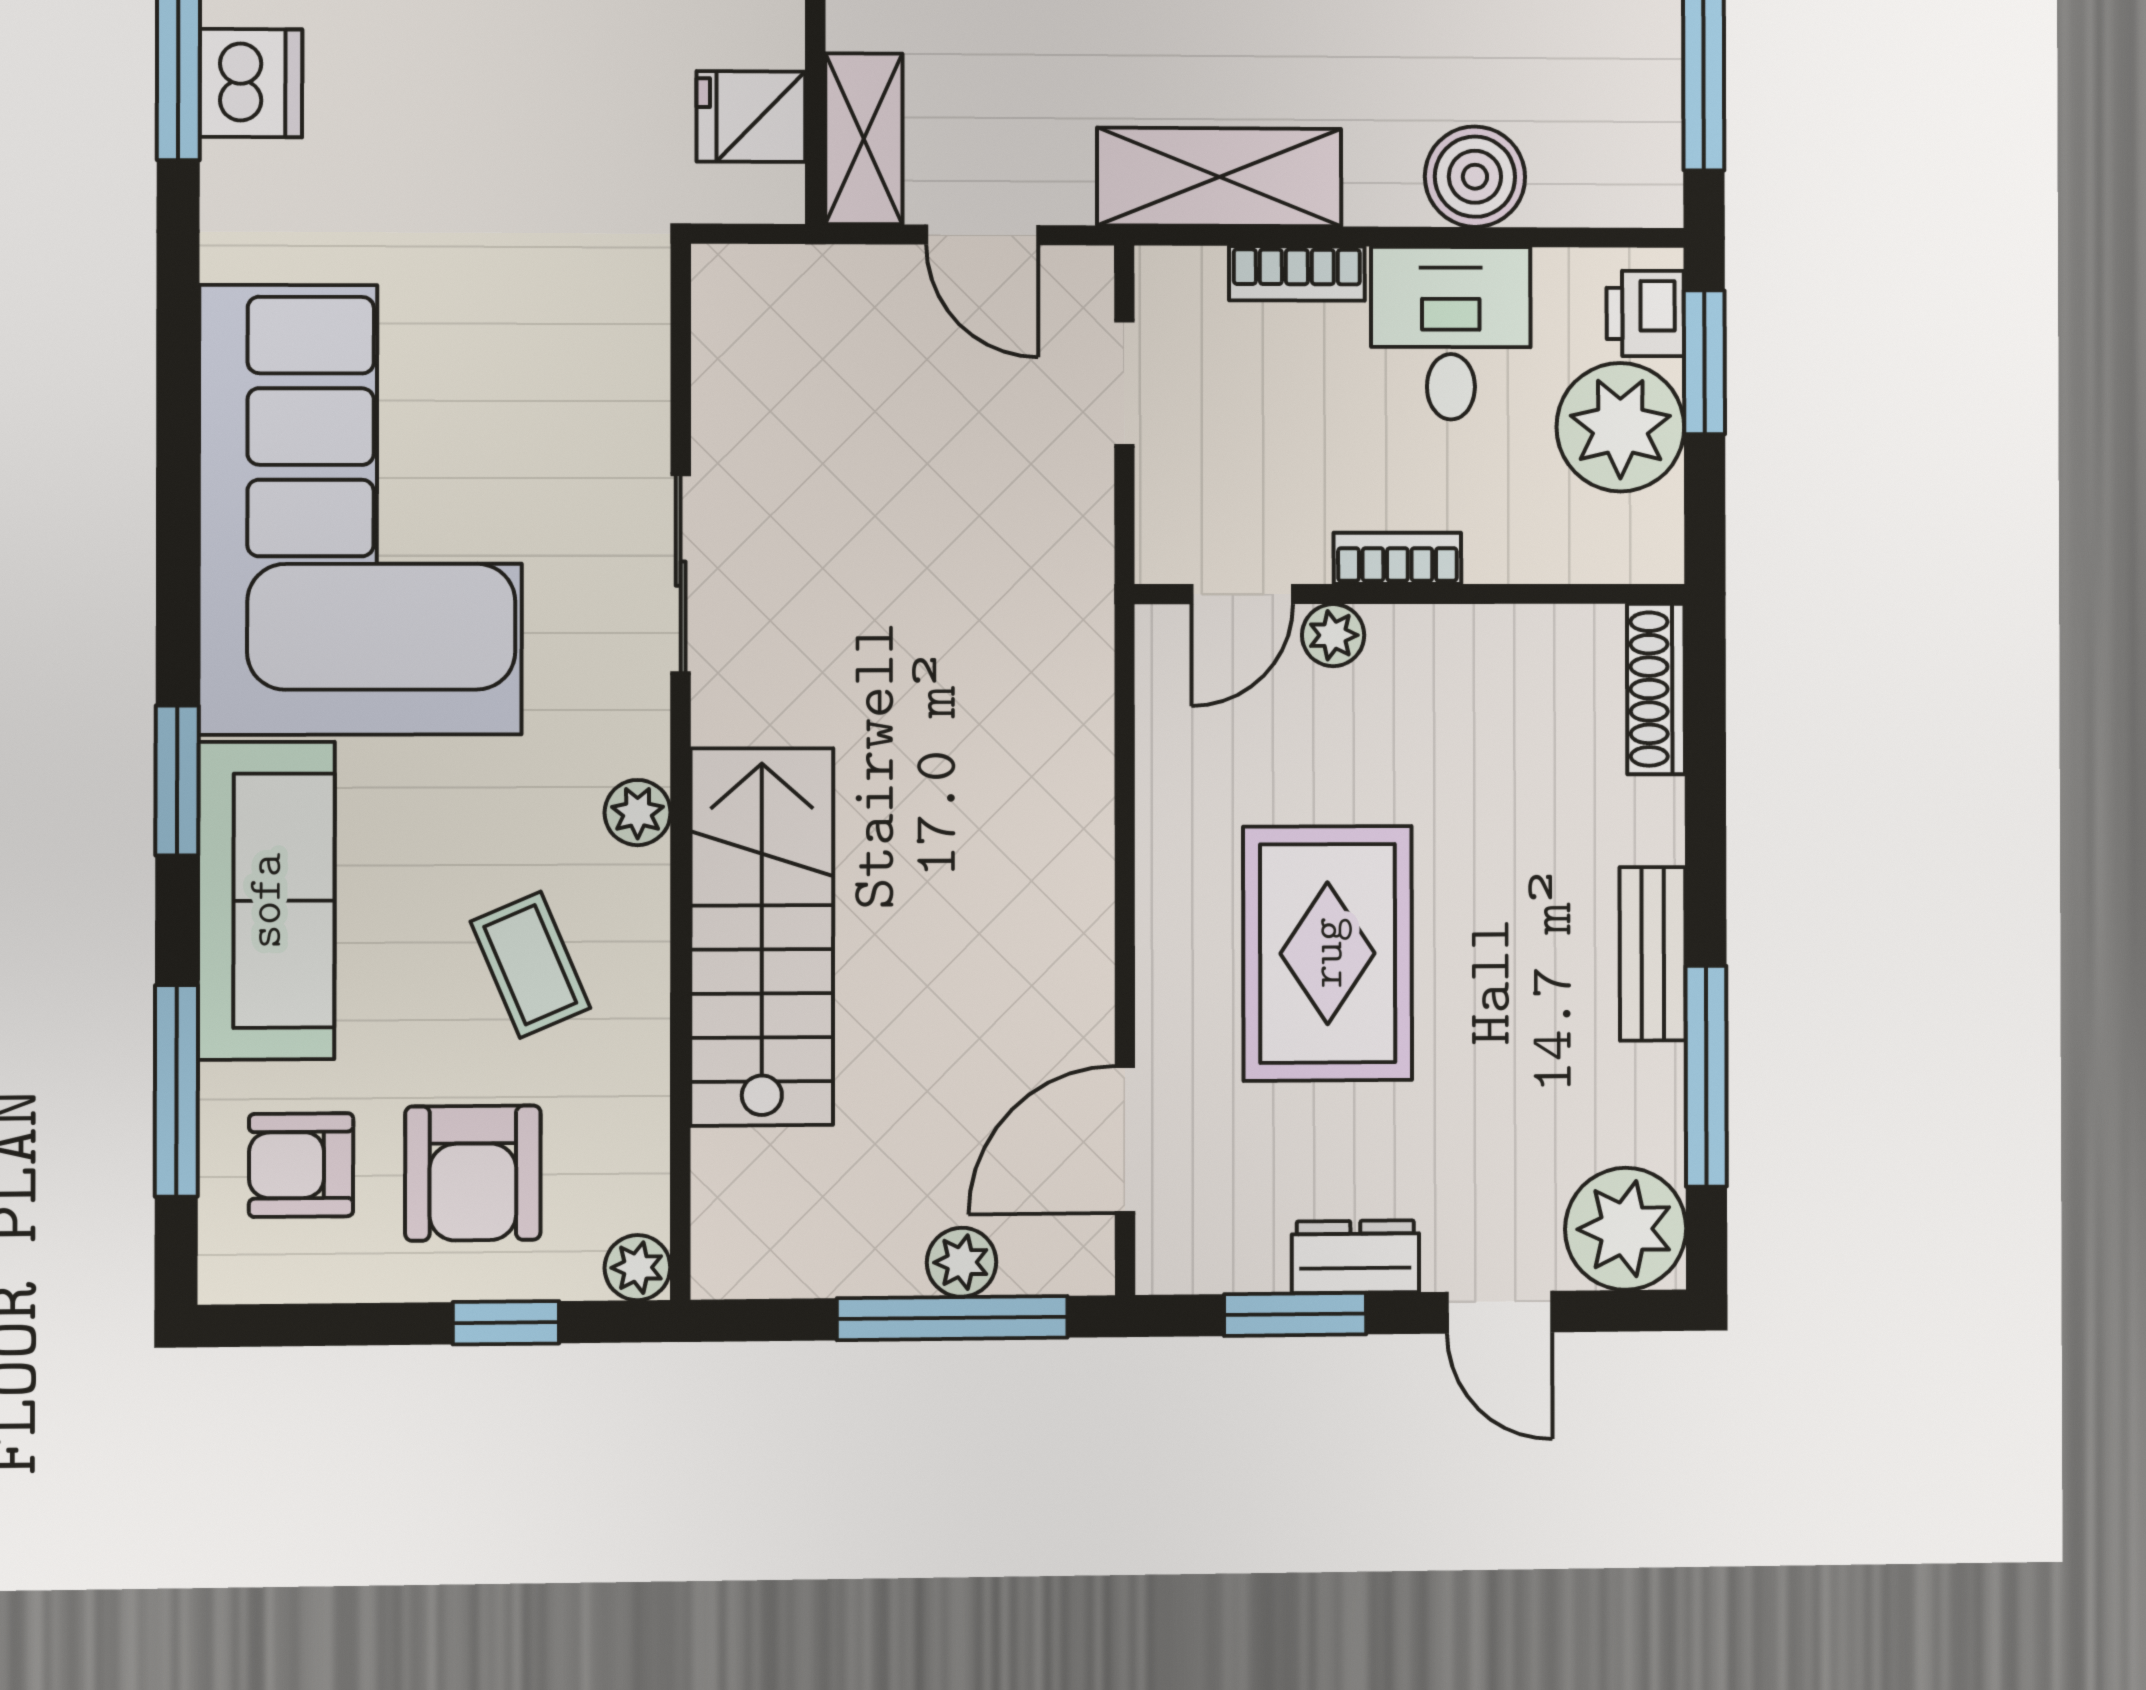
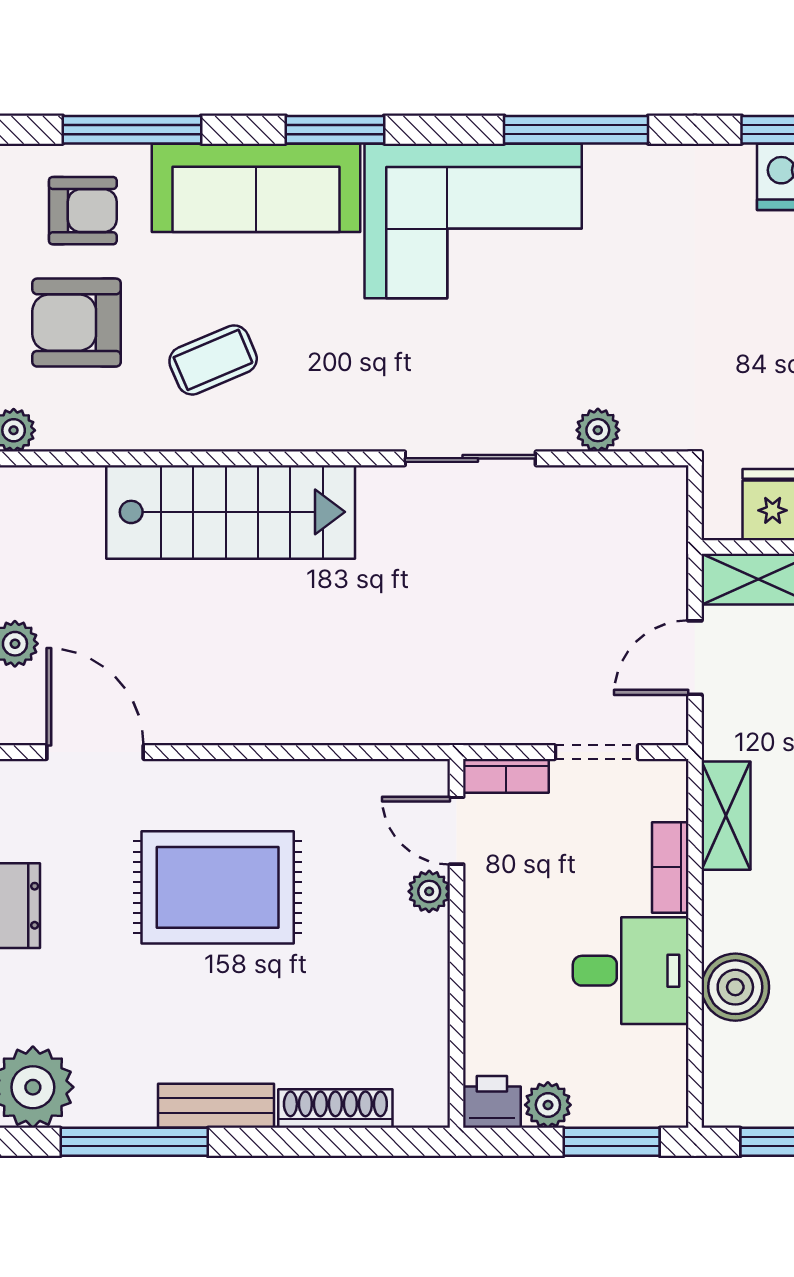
shelving: (1219, 177) -> (726, 816), width x0.67, depth x0.75
printer: (1645, 314) -> (492, 1102), moved
window: (178, 413) -> (576, 130), added
plant: (1620, 427) -> (548, 1105), width x0.53, depth x0.53
corner sofa: (361, 510) -> (473, 221), width x0.73, depth x0.74
bookcase: (1397, 558) -> (506, 776), moved, turned 90
shoe rack: (1656, 689) -> (335, 1109), moved
plant: (638, 813) -> (598, 430), moved
armchair: (301, 1165) -> (83, 211), turned 90

